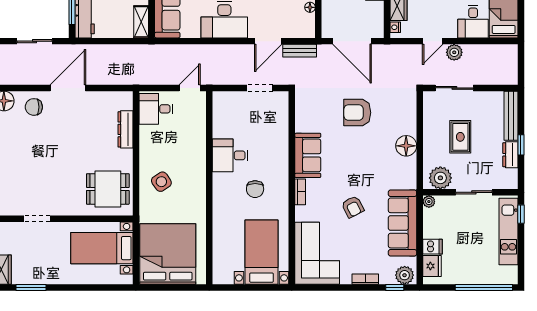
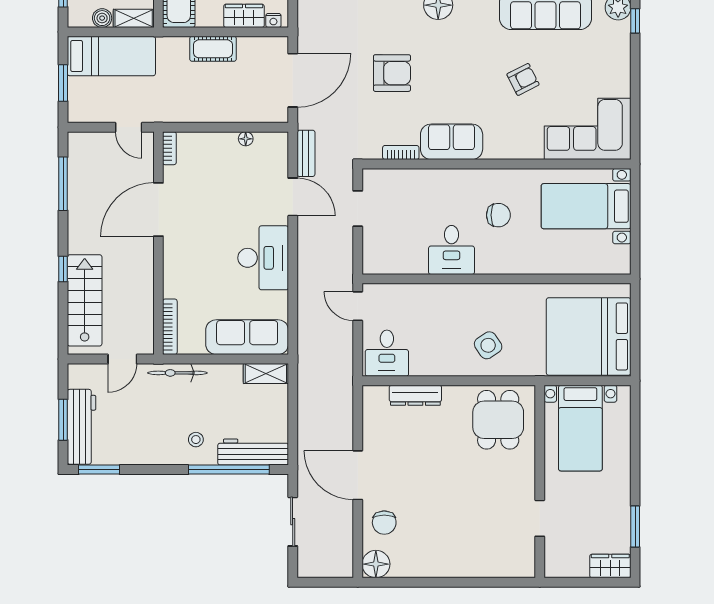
armchair: (357, 113) -> (392, 73), turned -90
bookcase: (300, 192) -> (401, 153), moved
bookcase: (365, 279) -> (623, 62), removed

